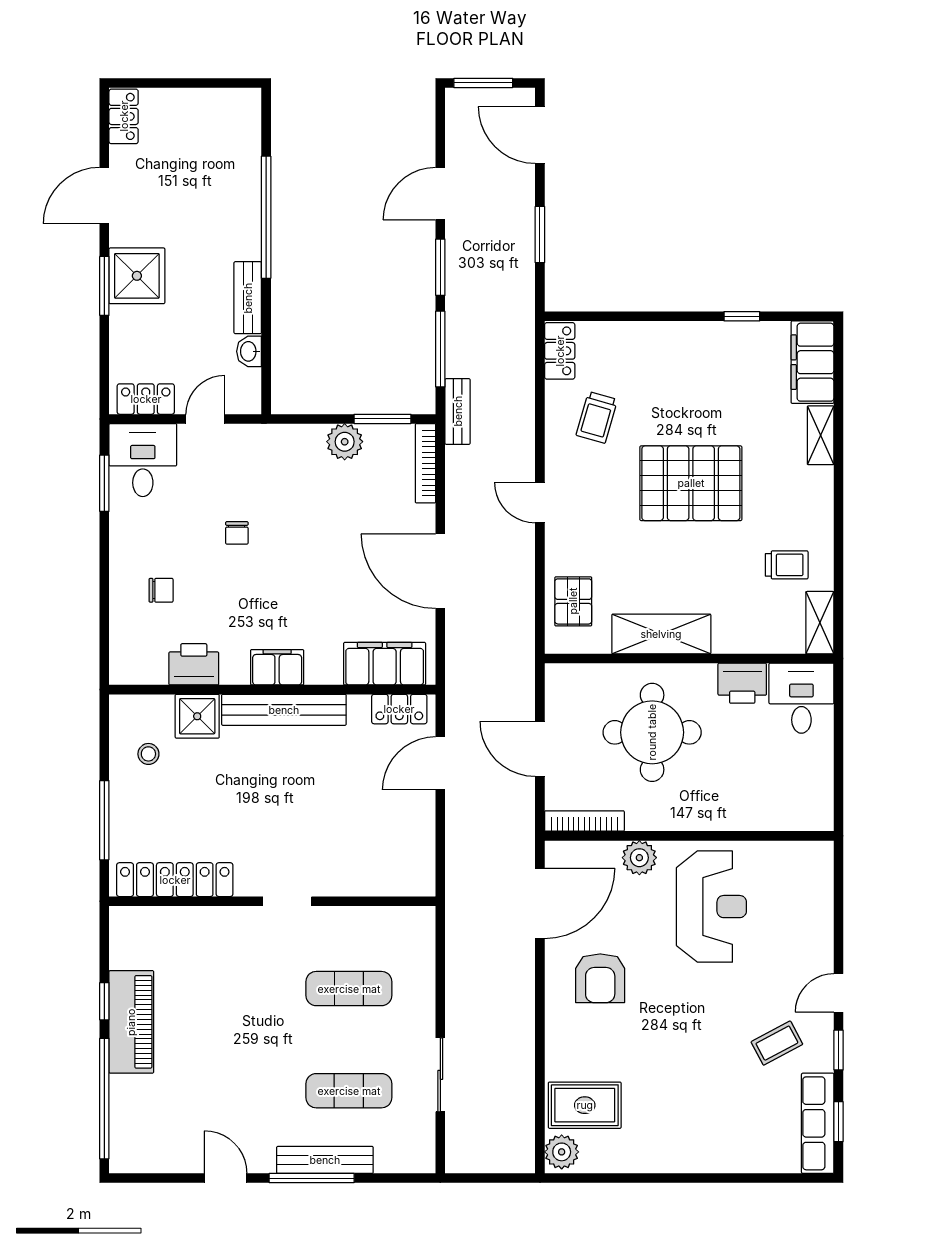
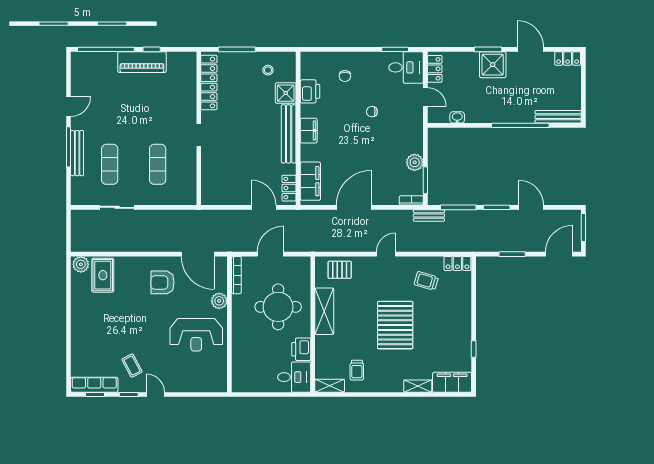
bench: (248, 298) -> (558, 117), moved, width x1.36
bookcase: (426, 463) -> (411, 200), width x0.64

